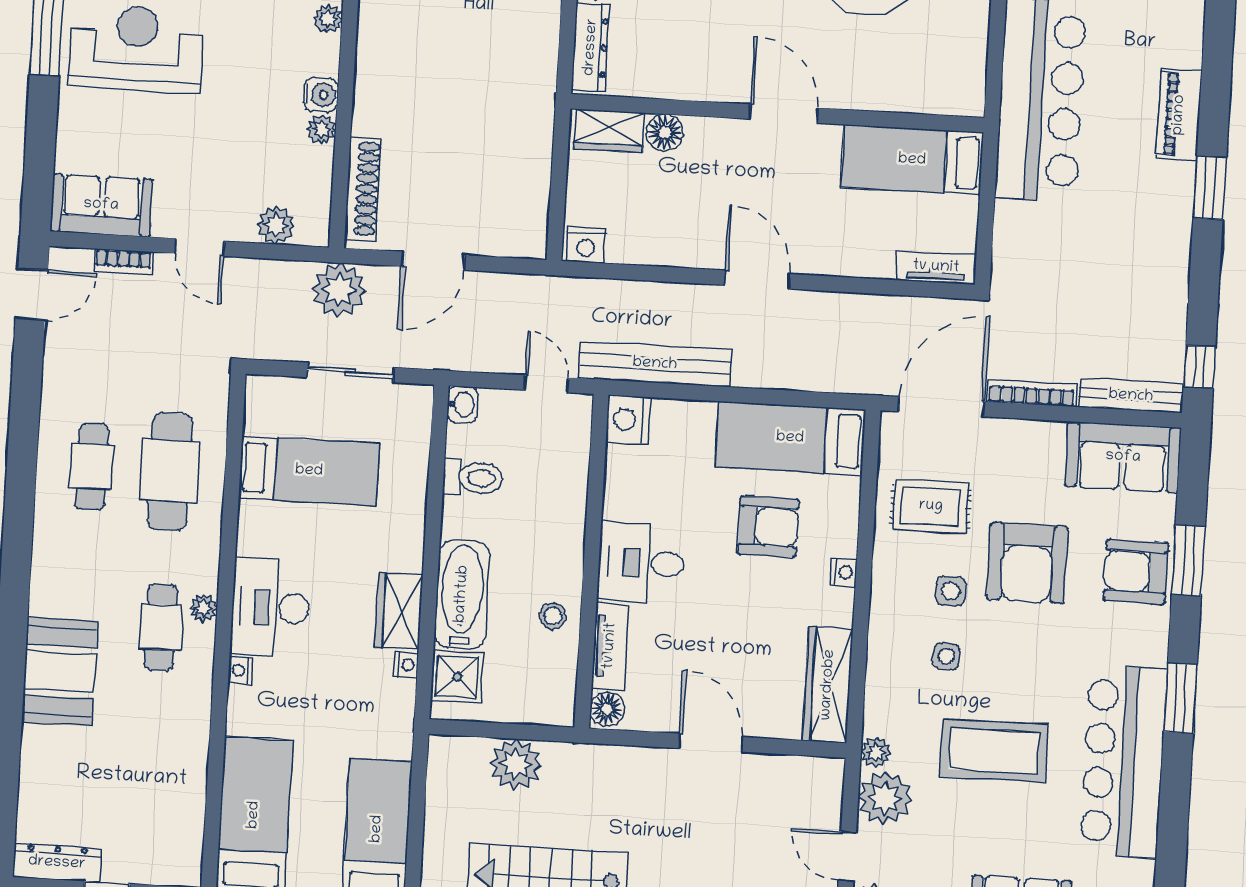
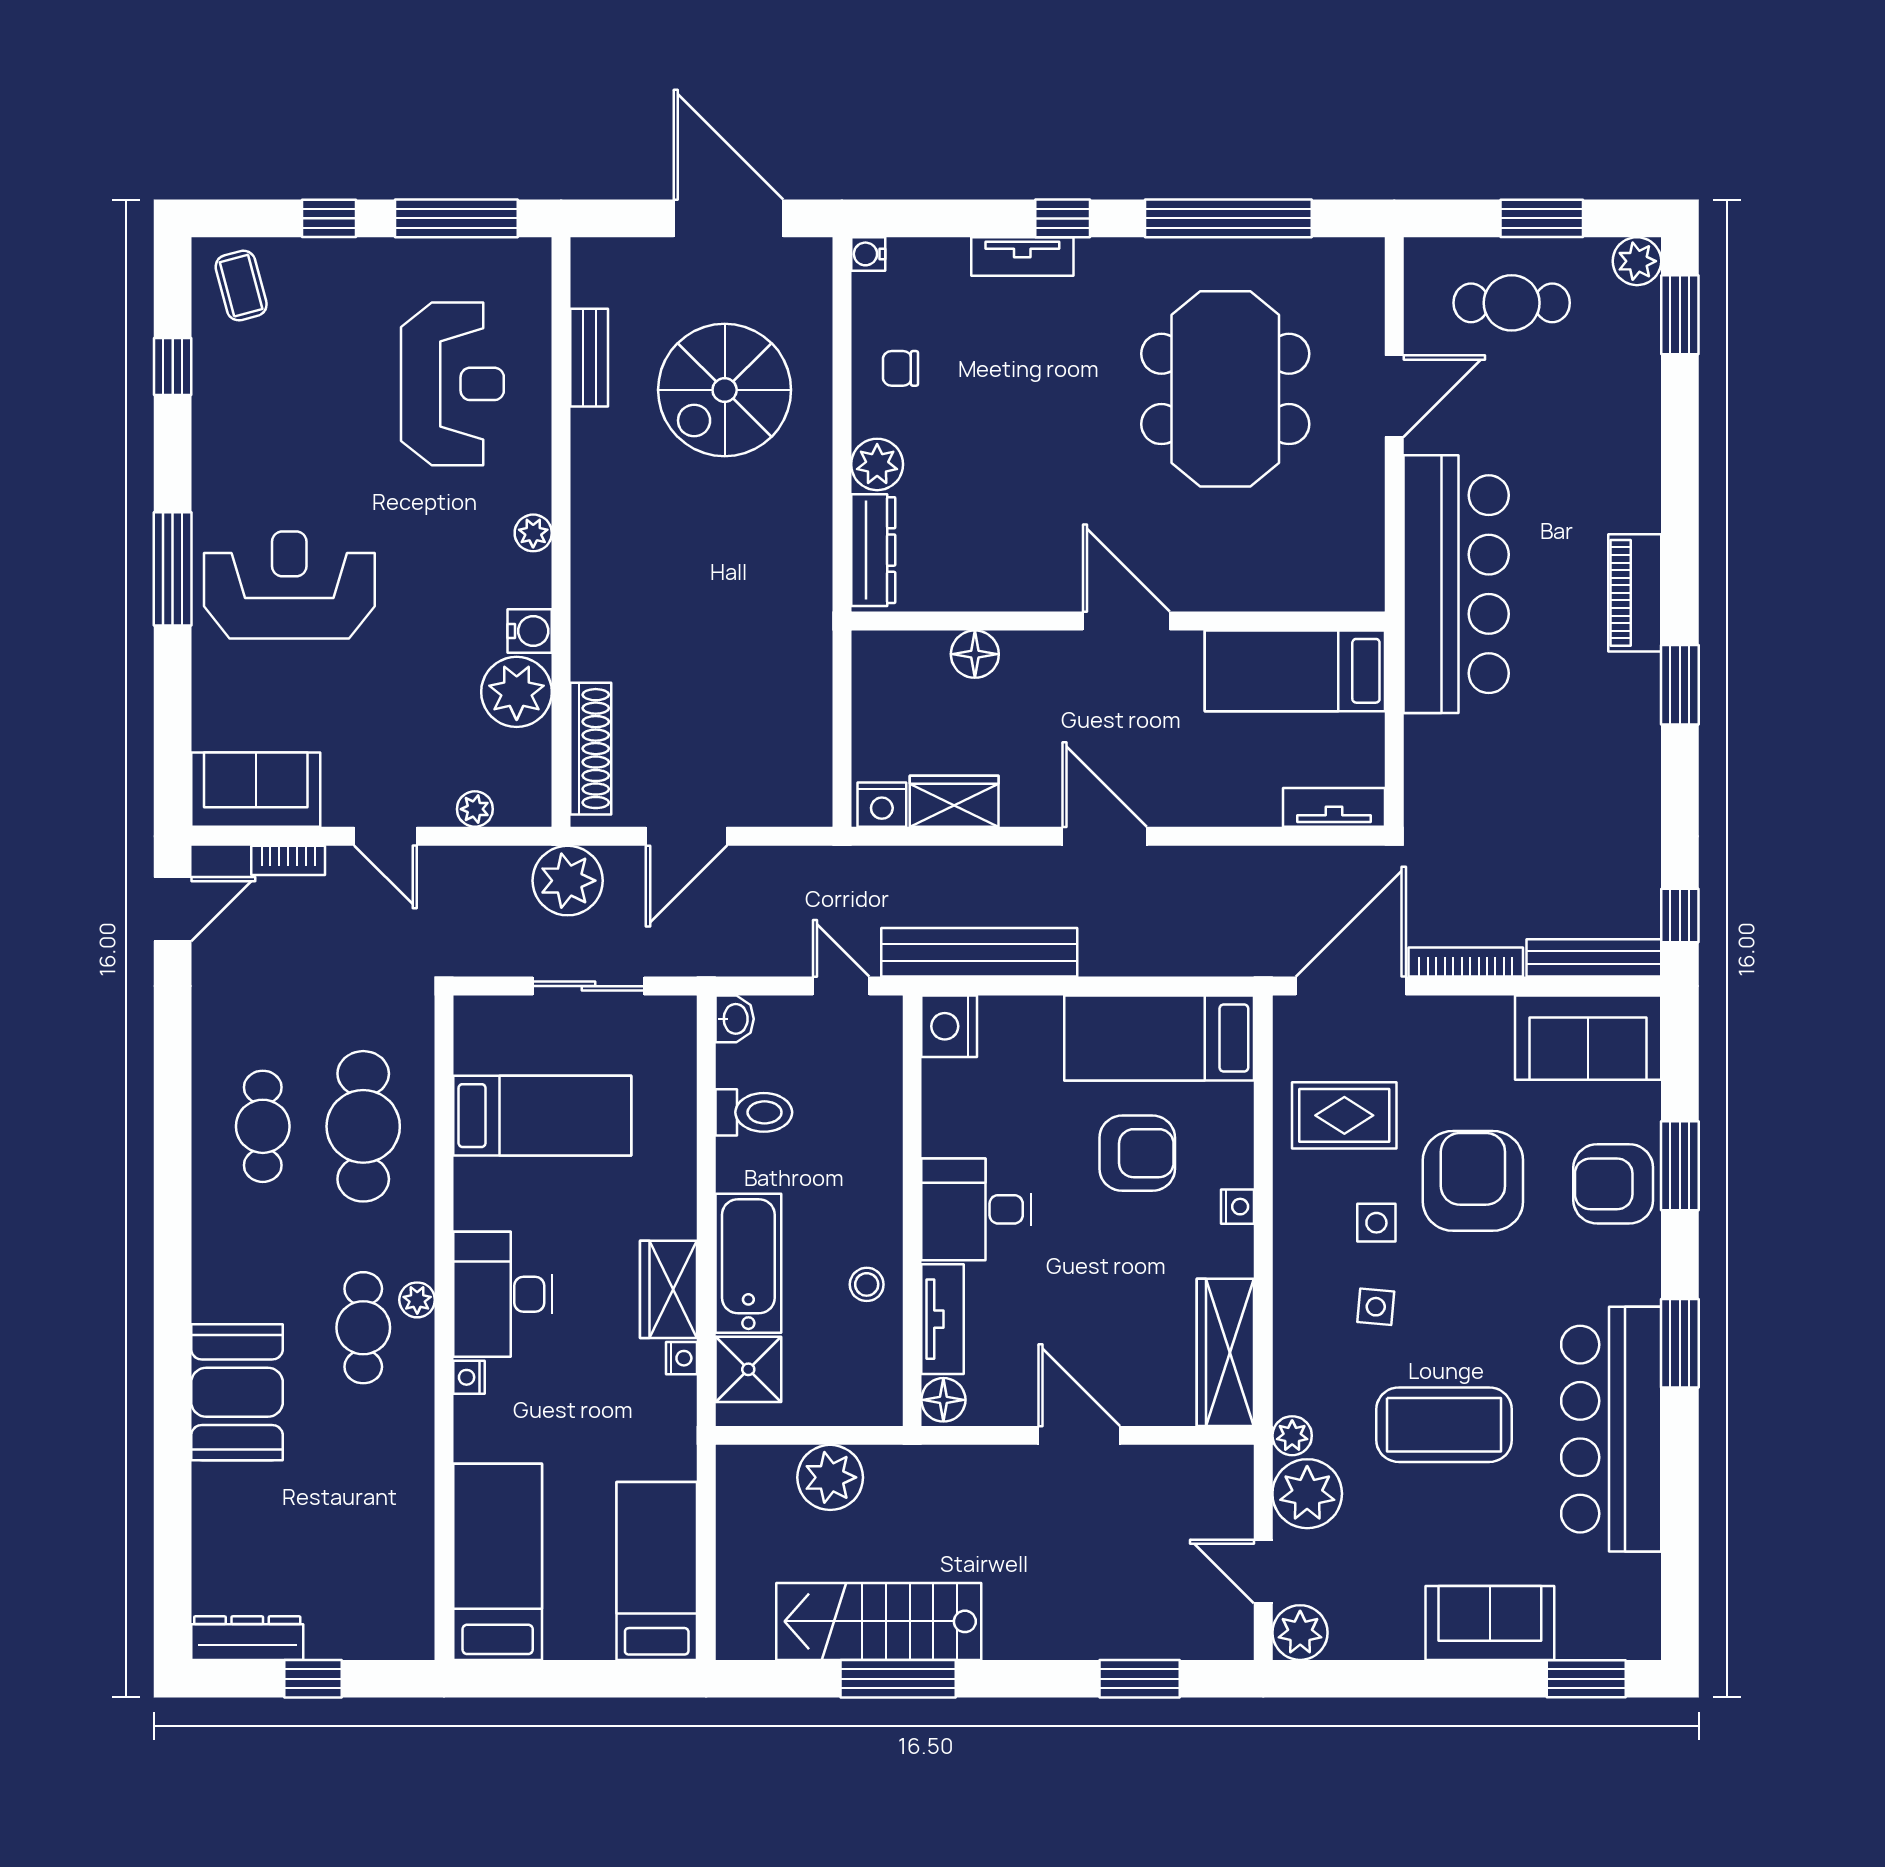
plant: (321, 129) -> (517, 692), width x1.88, depth x1.88
wardrobe: (609, 131) -> (954, 801), moved, turned 180
plant: (276, 225) -> (475, 809), width x0.73, depth x0.73
armchair: (1027, 563) -> (1473, 1181), turned 180

